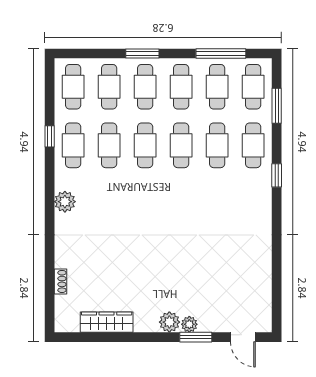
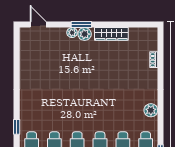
wardrobe: (107, 322) -> (111, 34), moved
window: (196, 337) -> (81, 25), moved

